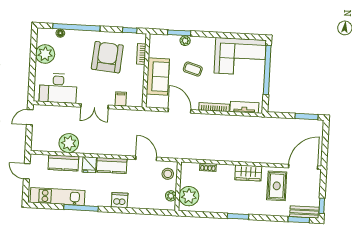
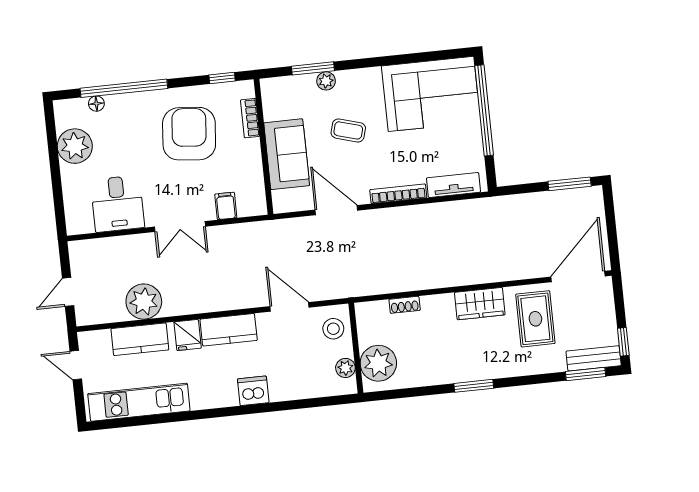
desk: (58, 88) -> (118, 204), width x0.73
door: (30, 117) -> (68, 292), moved
window: (81, 208) -> (185, 416), removed

